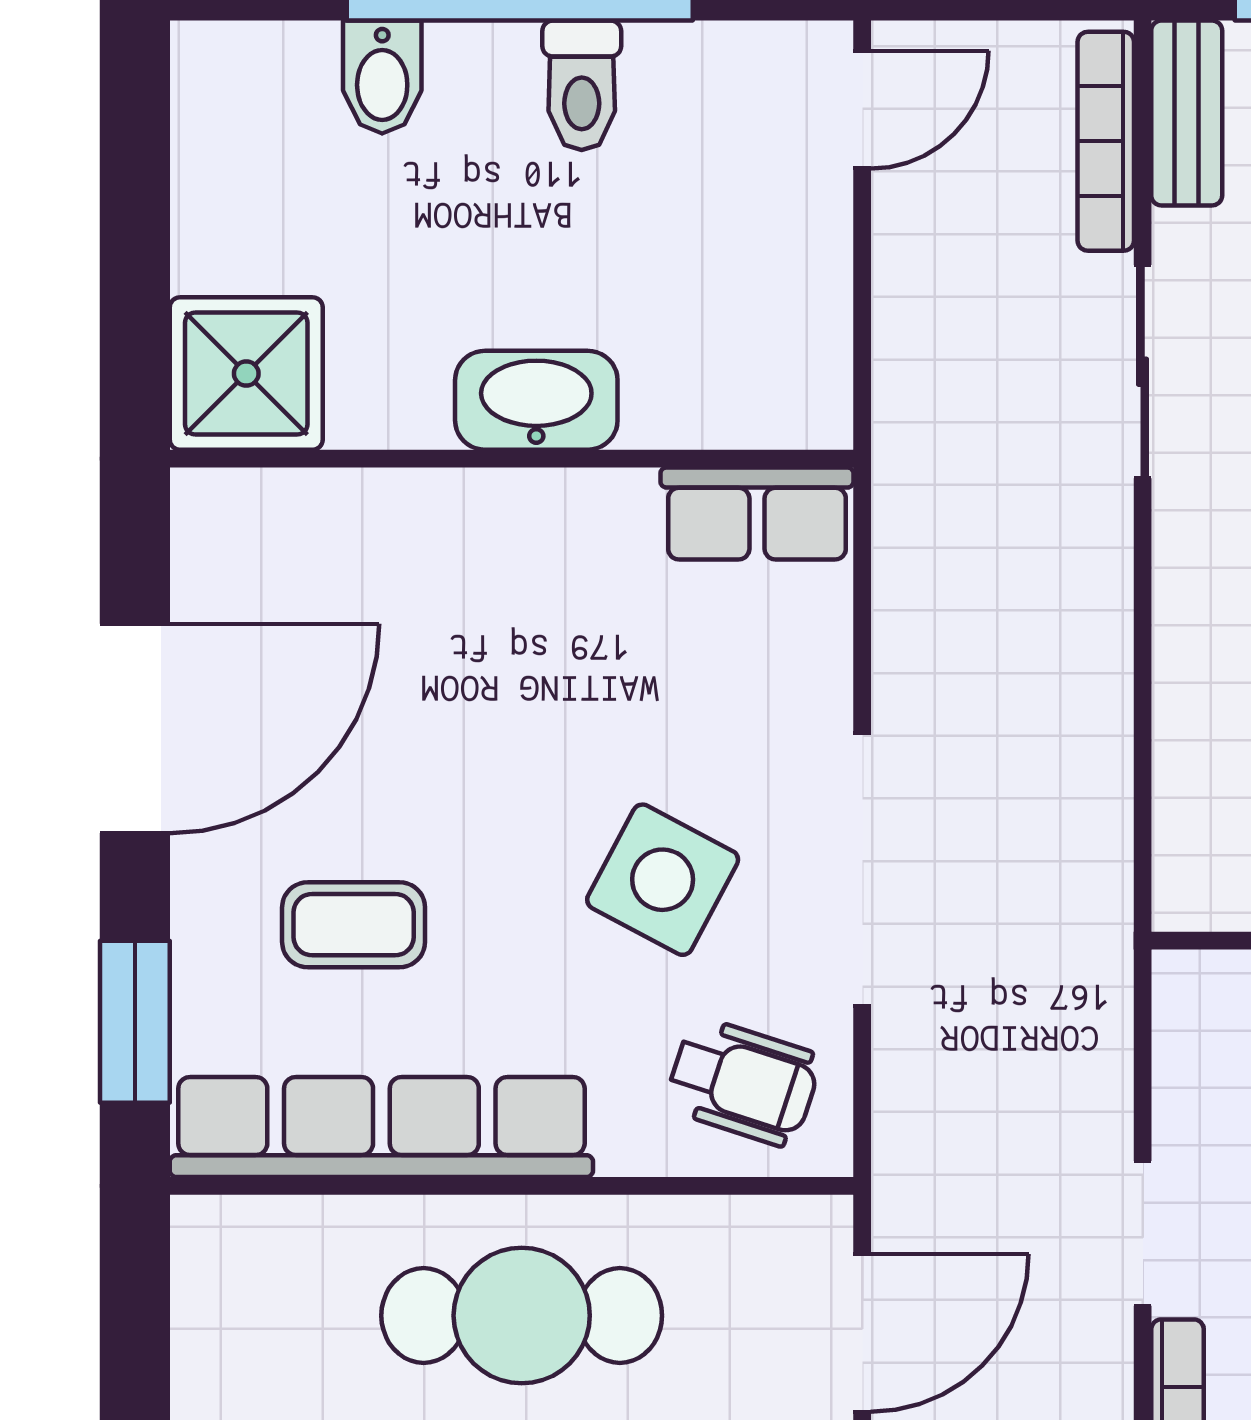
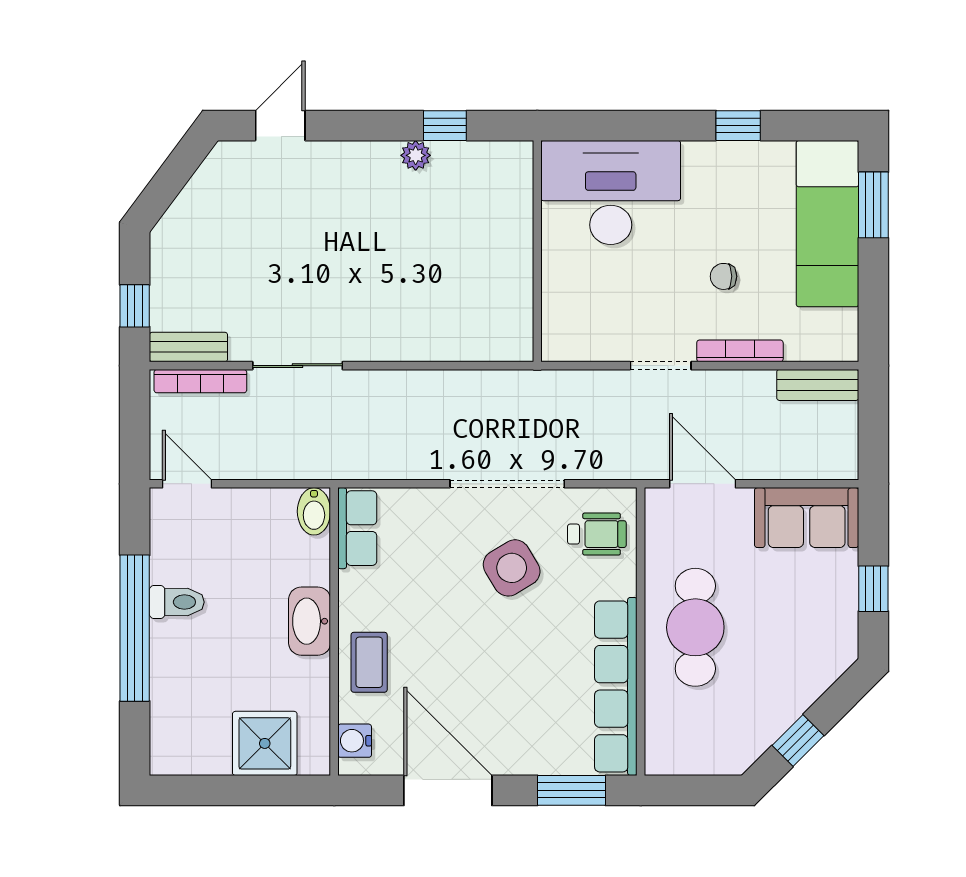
bidet: (382, 77) -> (314, 511), moved, turned 90
shower: (246, 374) -> (265, 743), moved
water cooler: (253, 507) -> (355, 741), added
side table: (663, 880) -> (512, 568), turned 31
coffee table: (354, 925) -> (369, 662), moved
wheelchair: (743, 1082) -> (597, 534), turned 72

